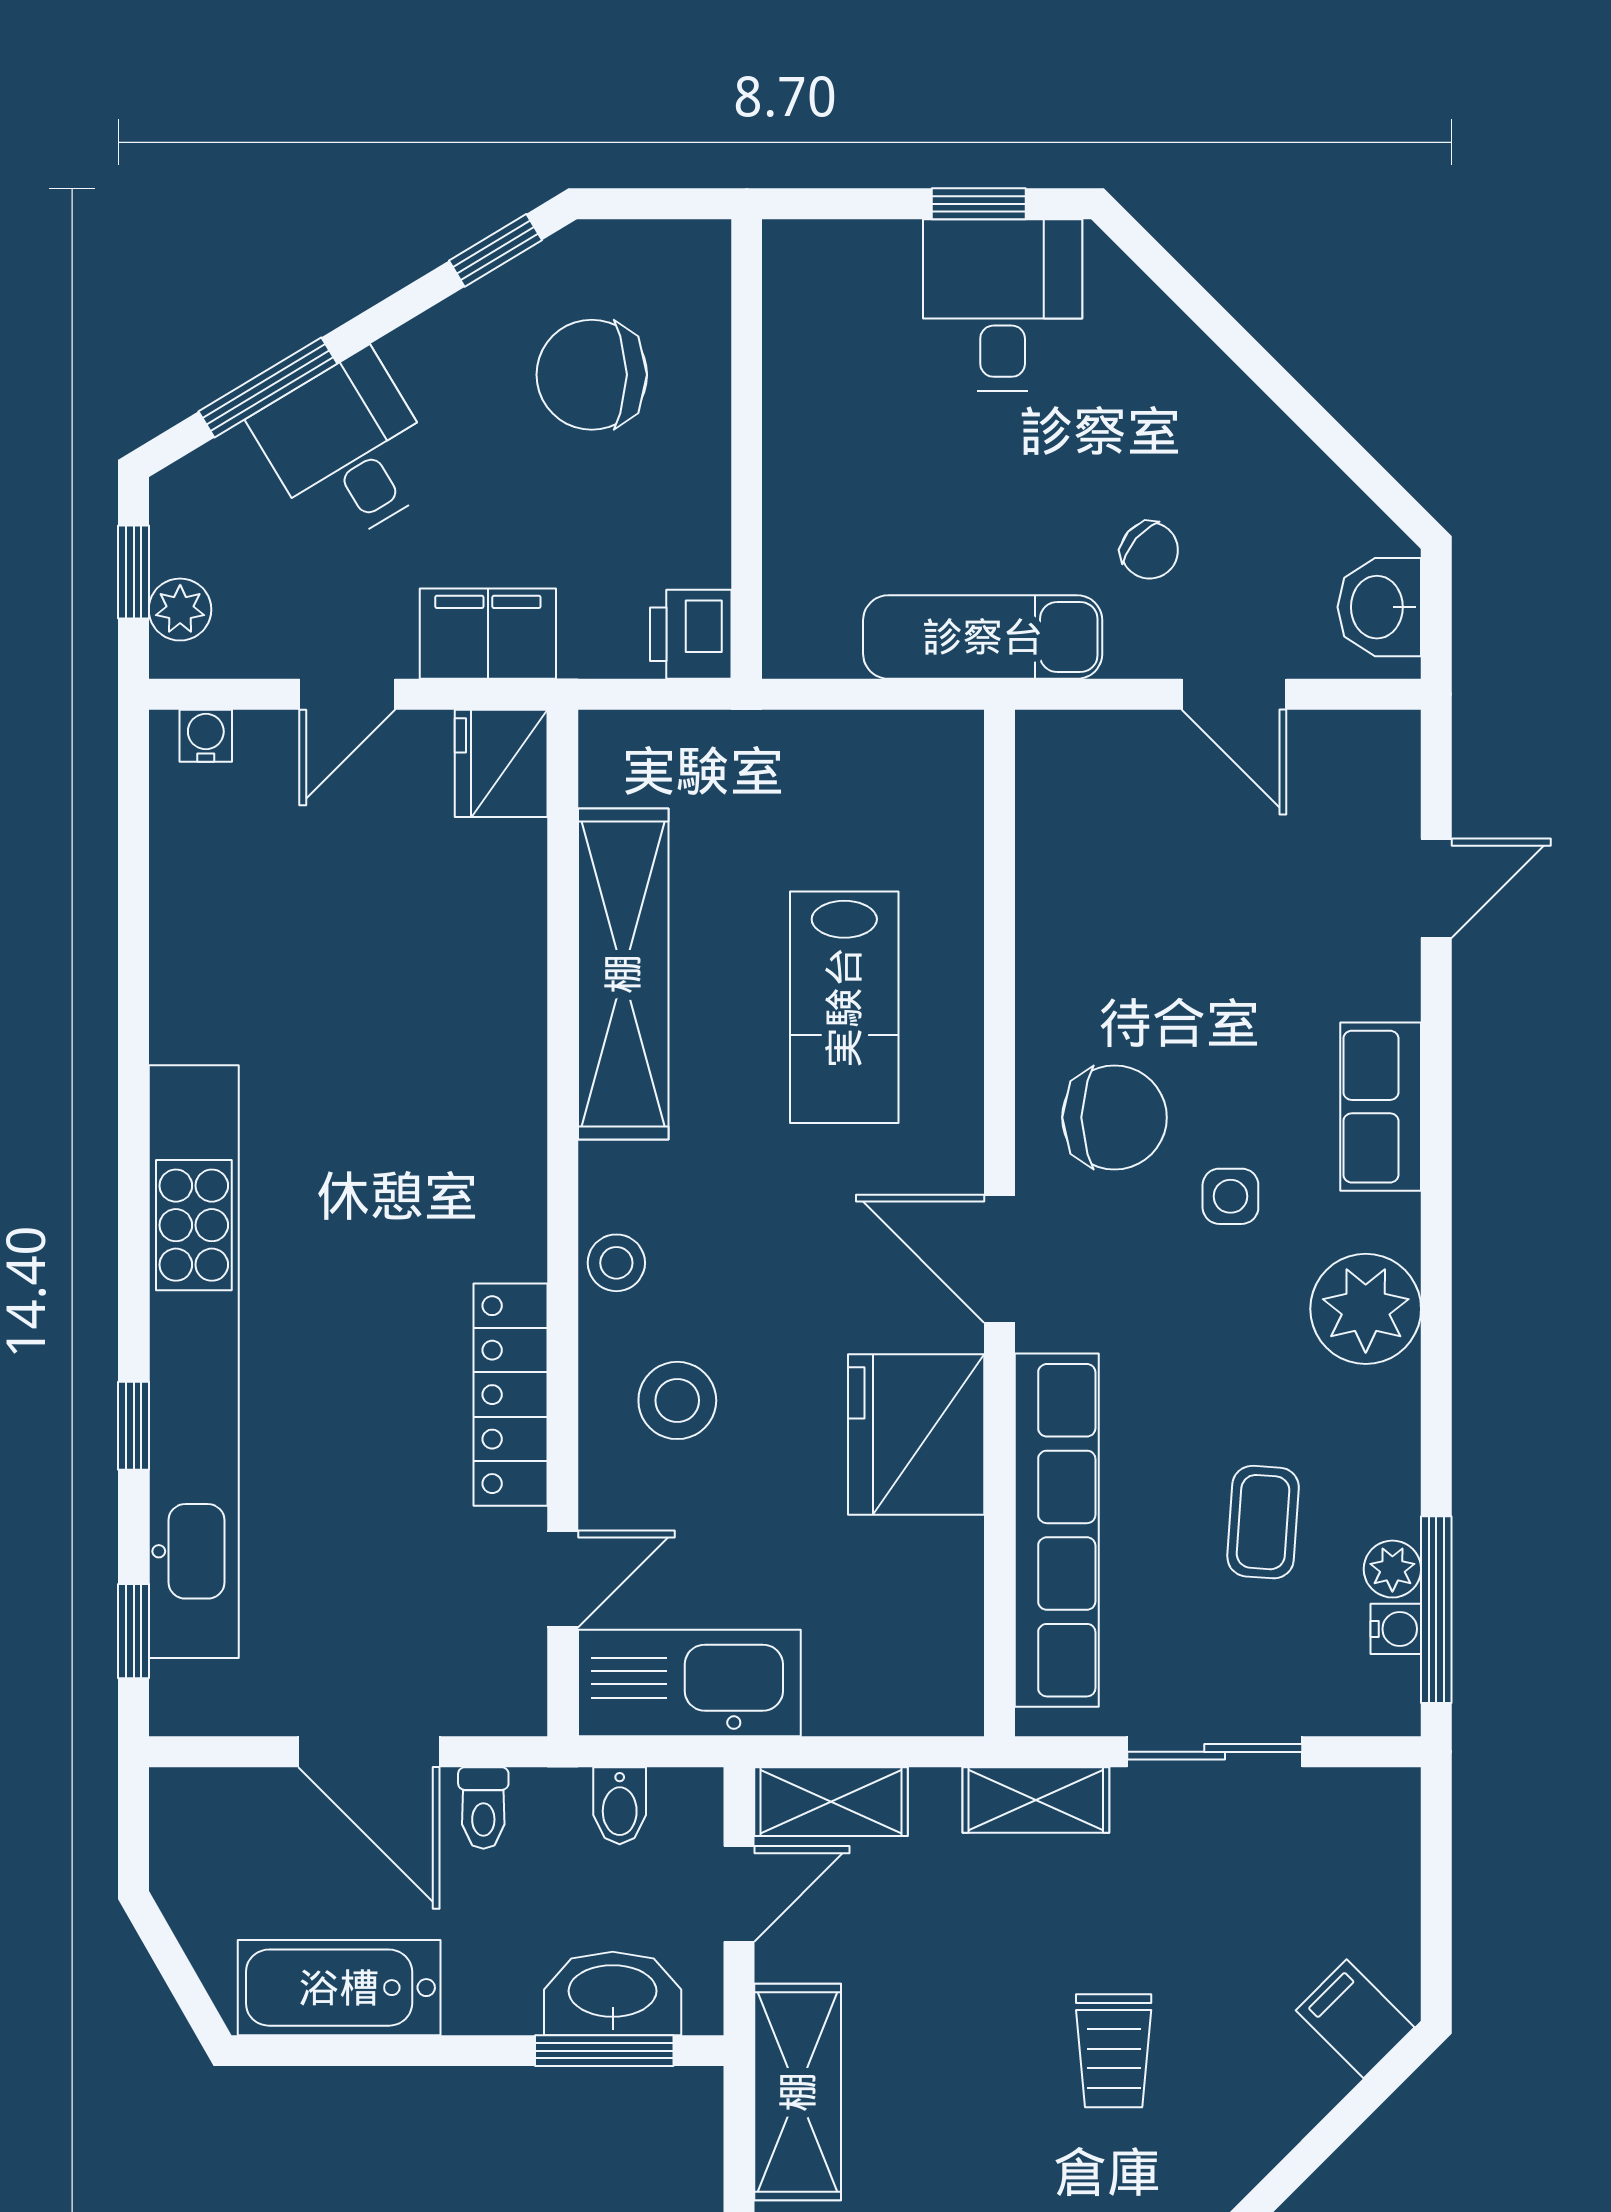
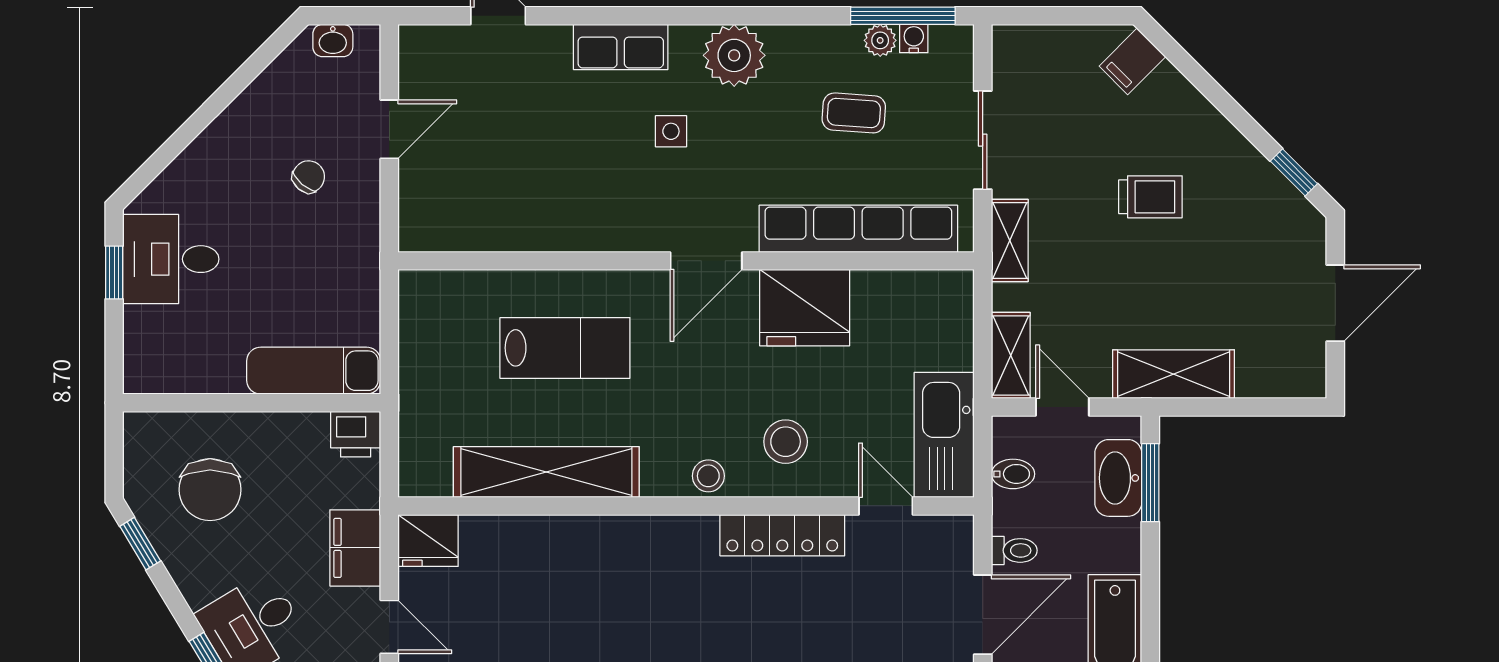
washbasin: (1379, 607) -> (333, 41), width x0.72, depth x0.69
exam couch: (983, 637) -> (314, 371), moved, turned 90
chair: (1114, 1117) -> (627, 196), removed

